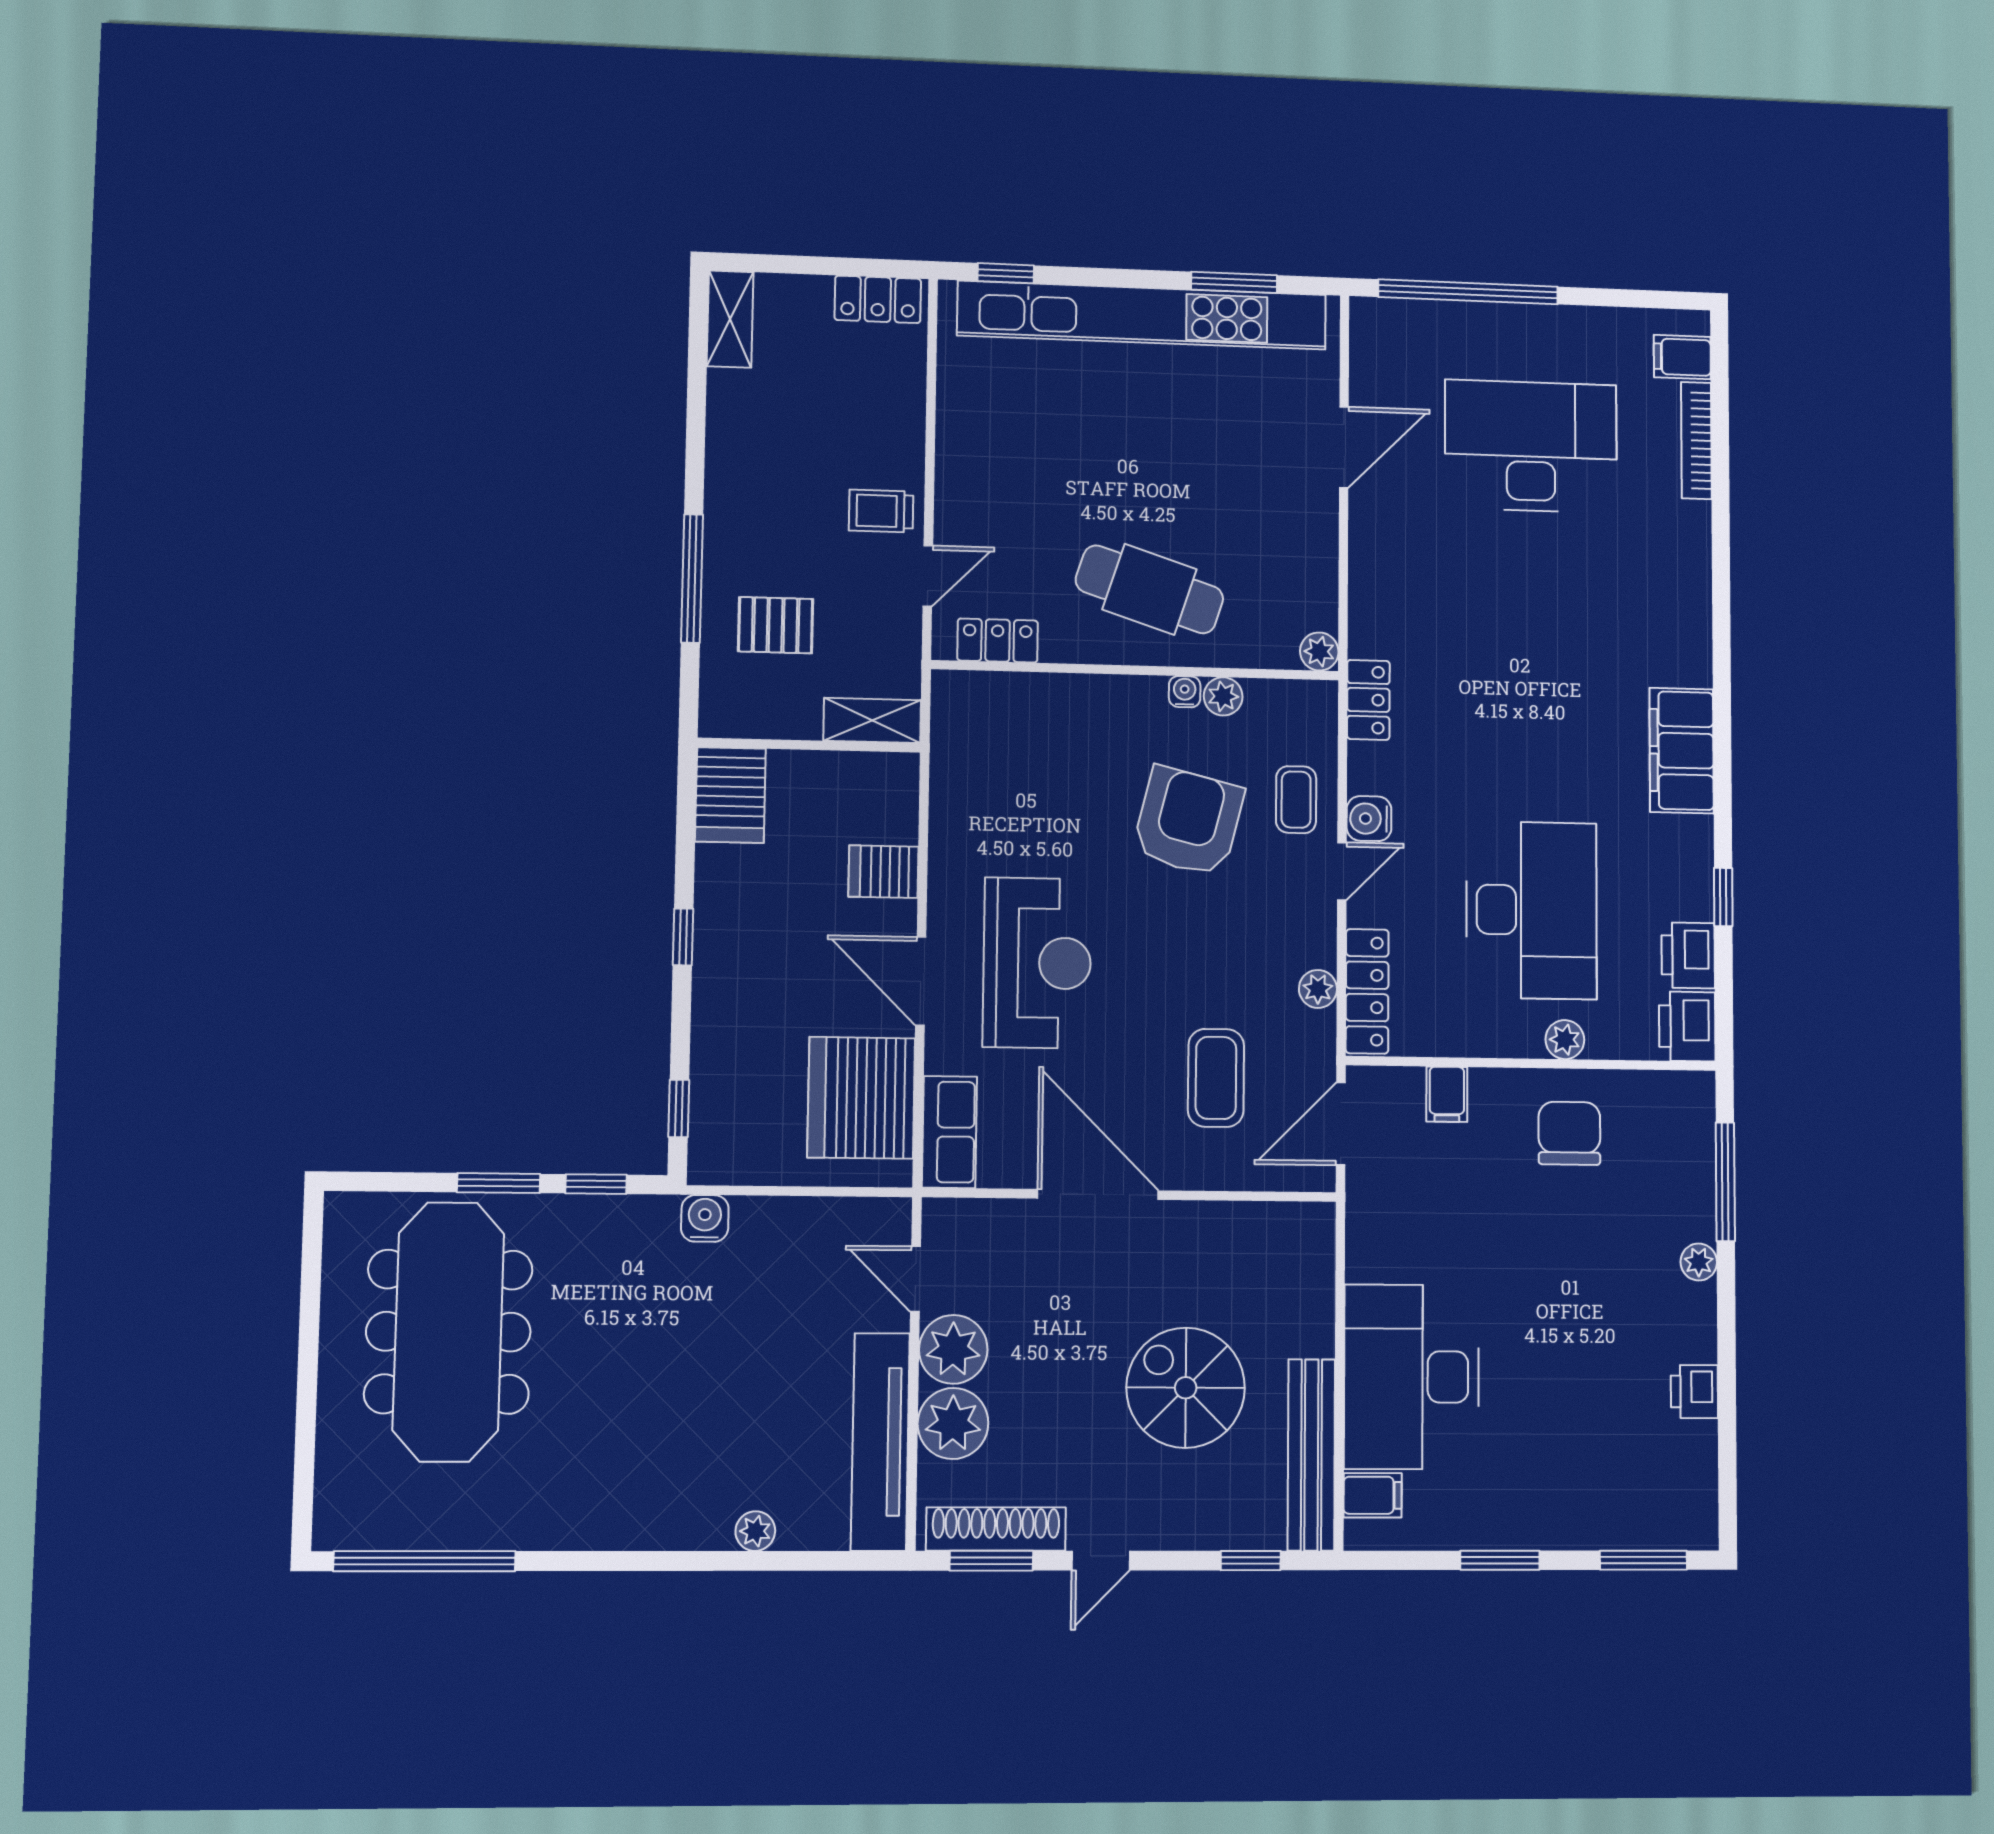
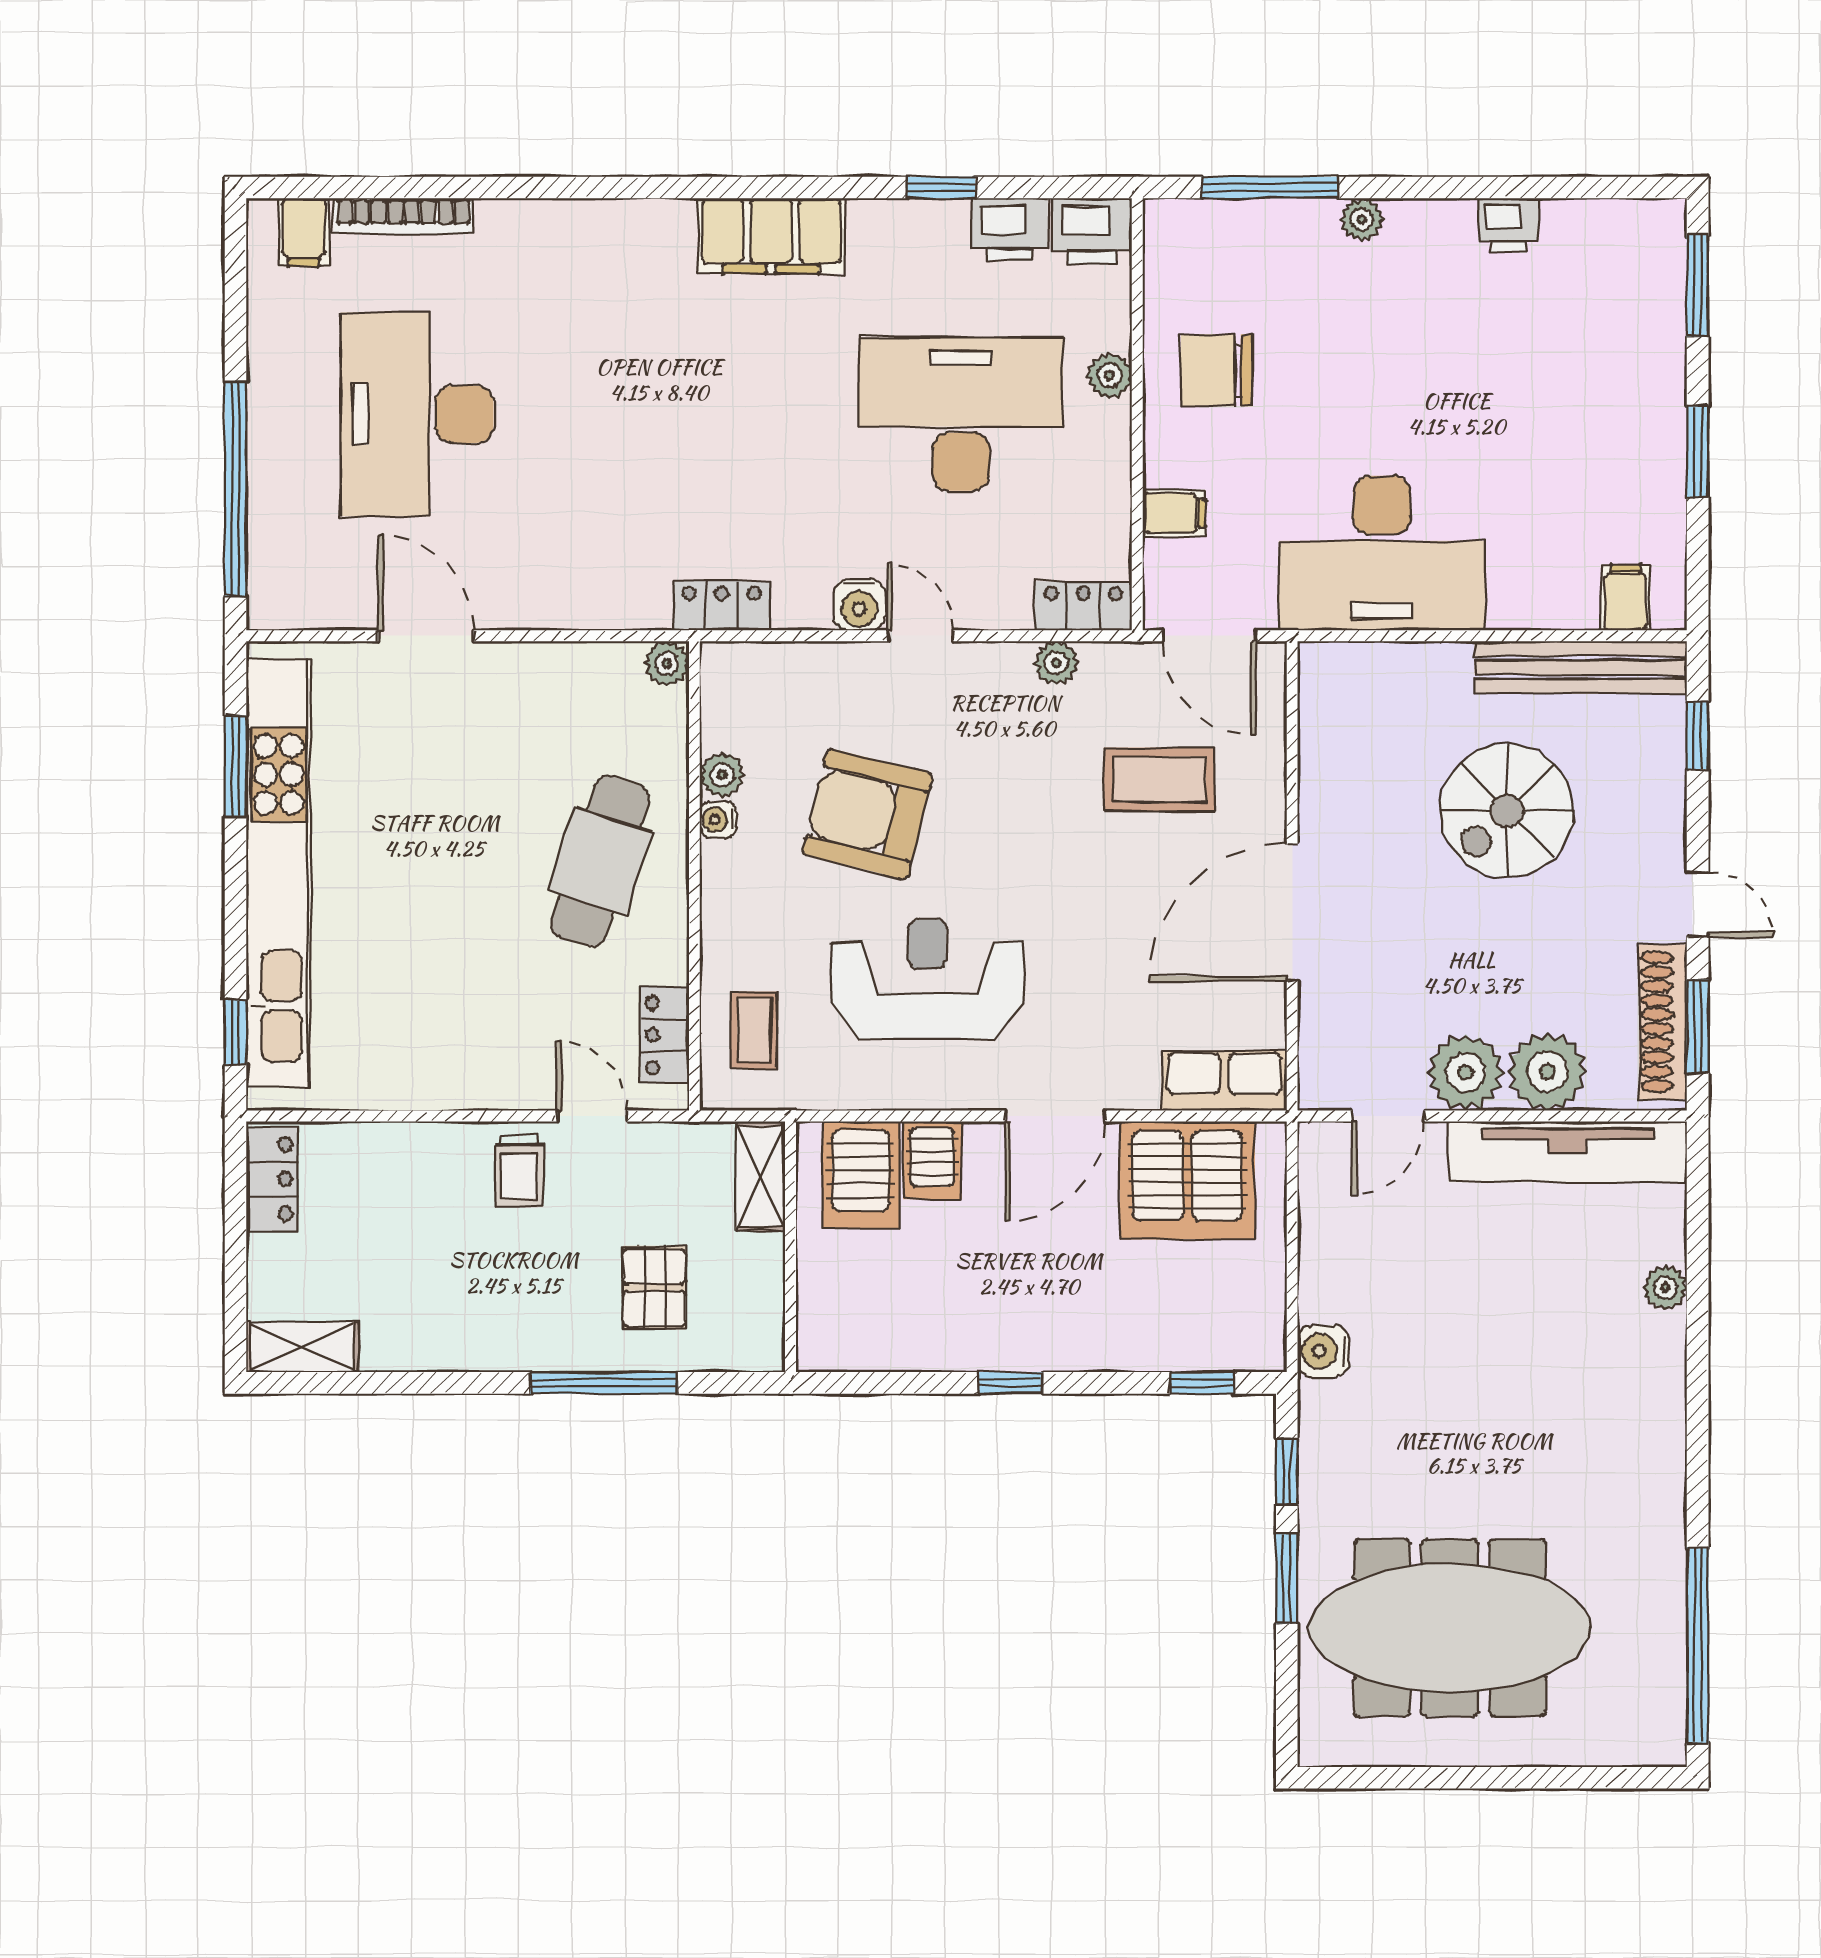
server rack: (730, 795) -> (860, 1175), moved, turned 90
coffee table: (1296, 800) -> (754, 1030), moved, turned 90
reception desk: (1037, 963) -> (927, 979), moved
locker: (1367, 991) -> (1083, 606), width x0.66
desk: (1412, 1377) -> (1382, 553), moved

